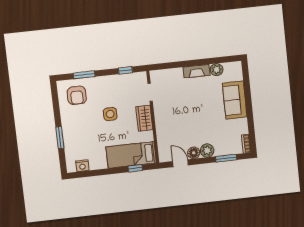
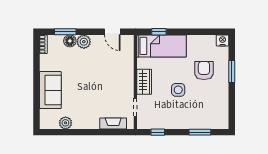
fireplace: (197, 71) -> (113, 123), moved
armchair: (77, 95) -> (204, 71), moved
floor lamp: (194, 153) -> (70, 41), moved
nightstand: (82, 166) -> (223, 40), moved

